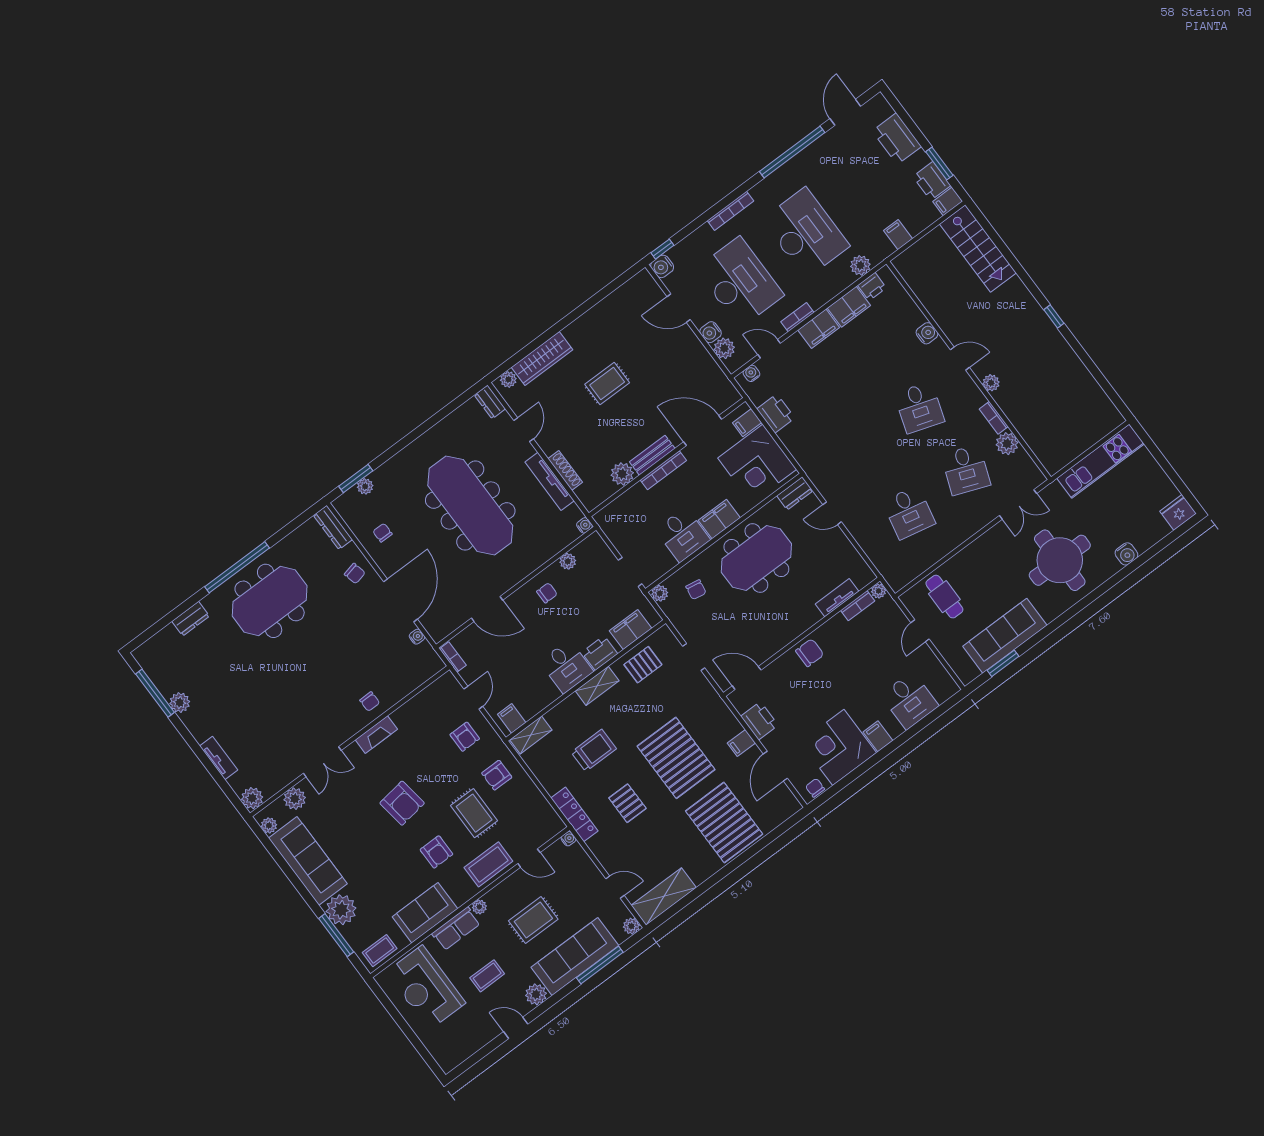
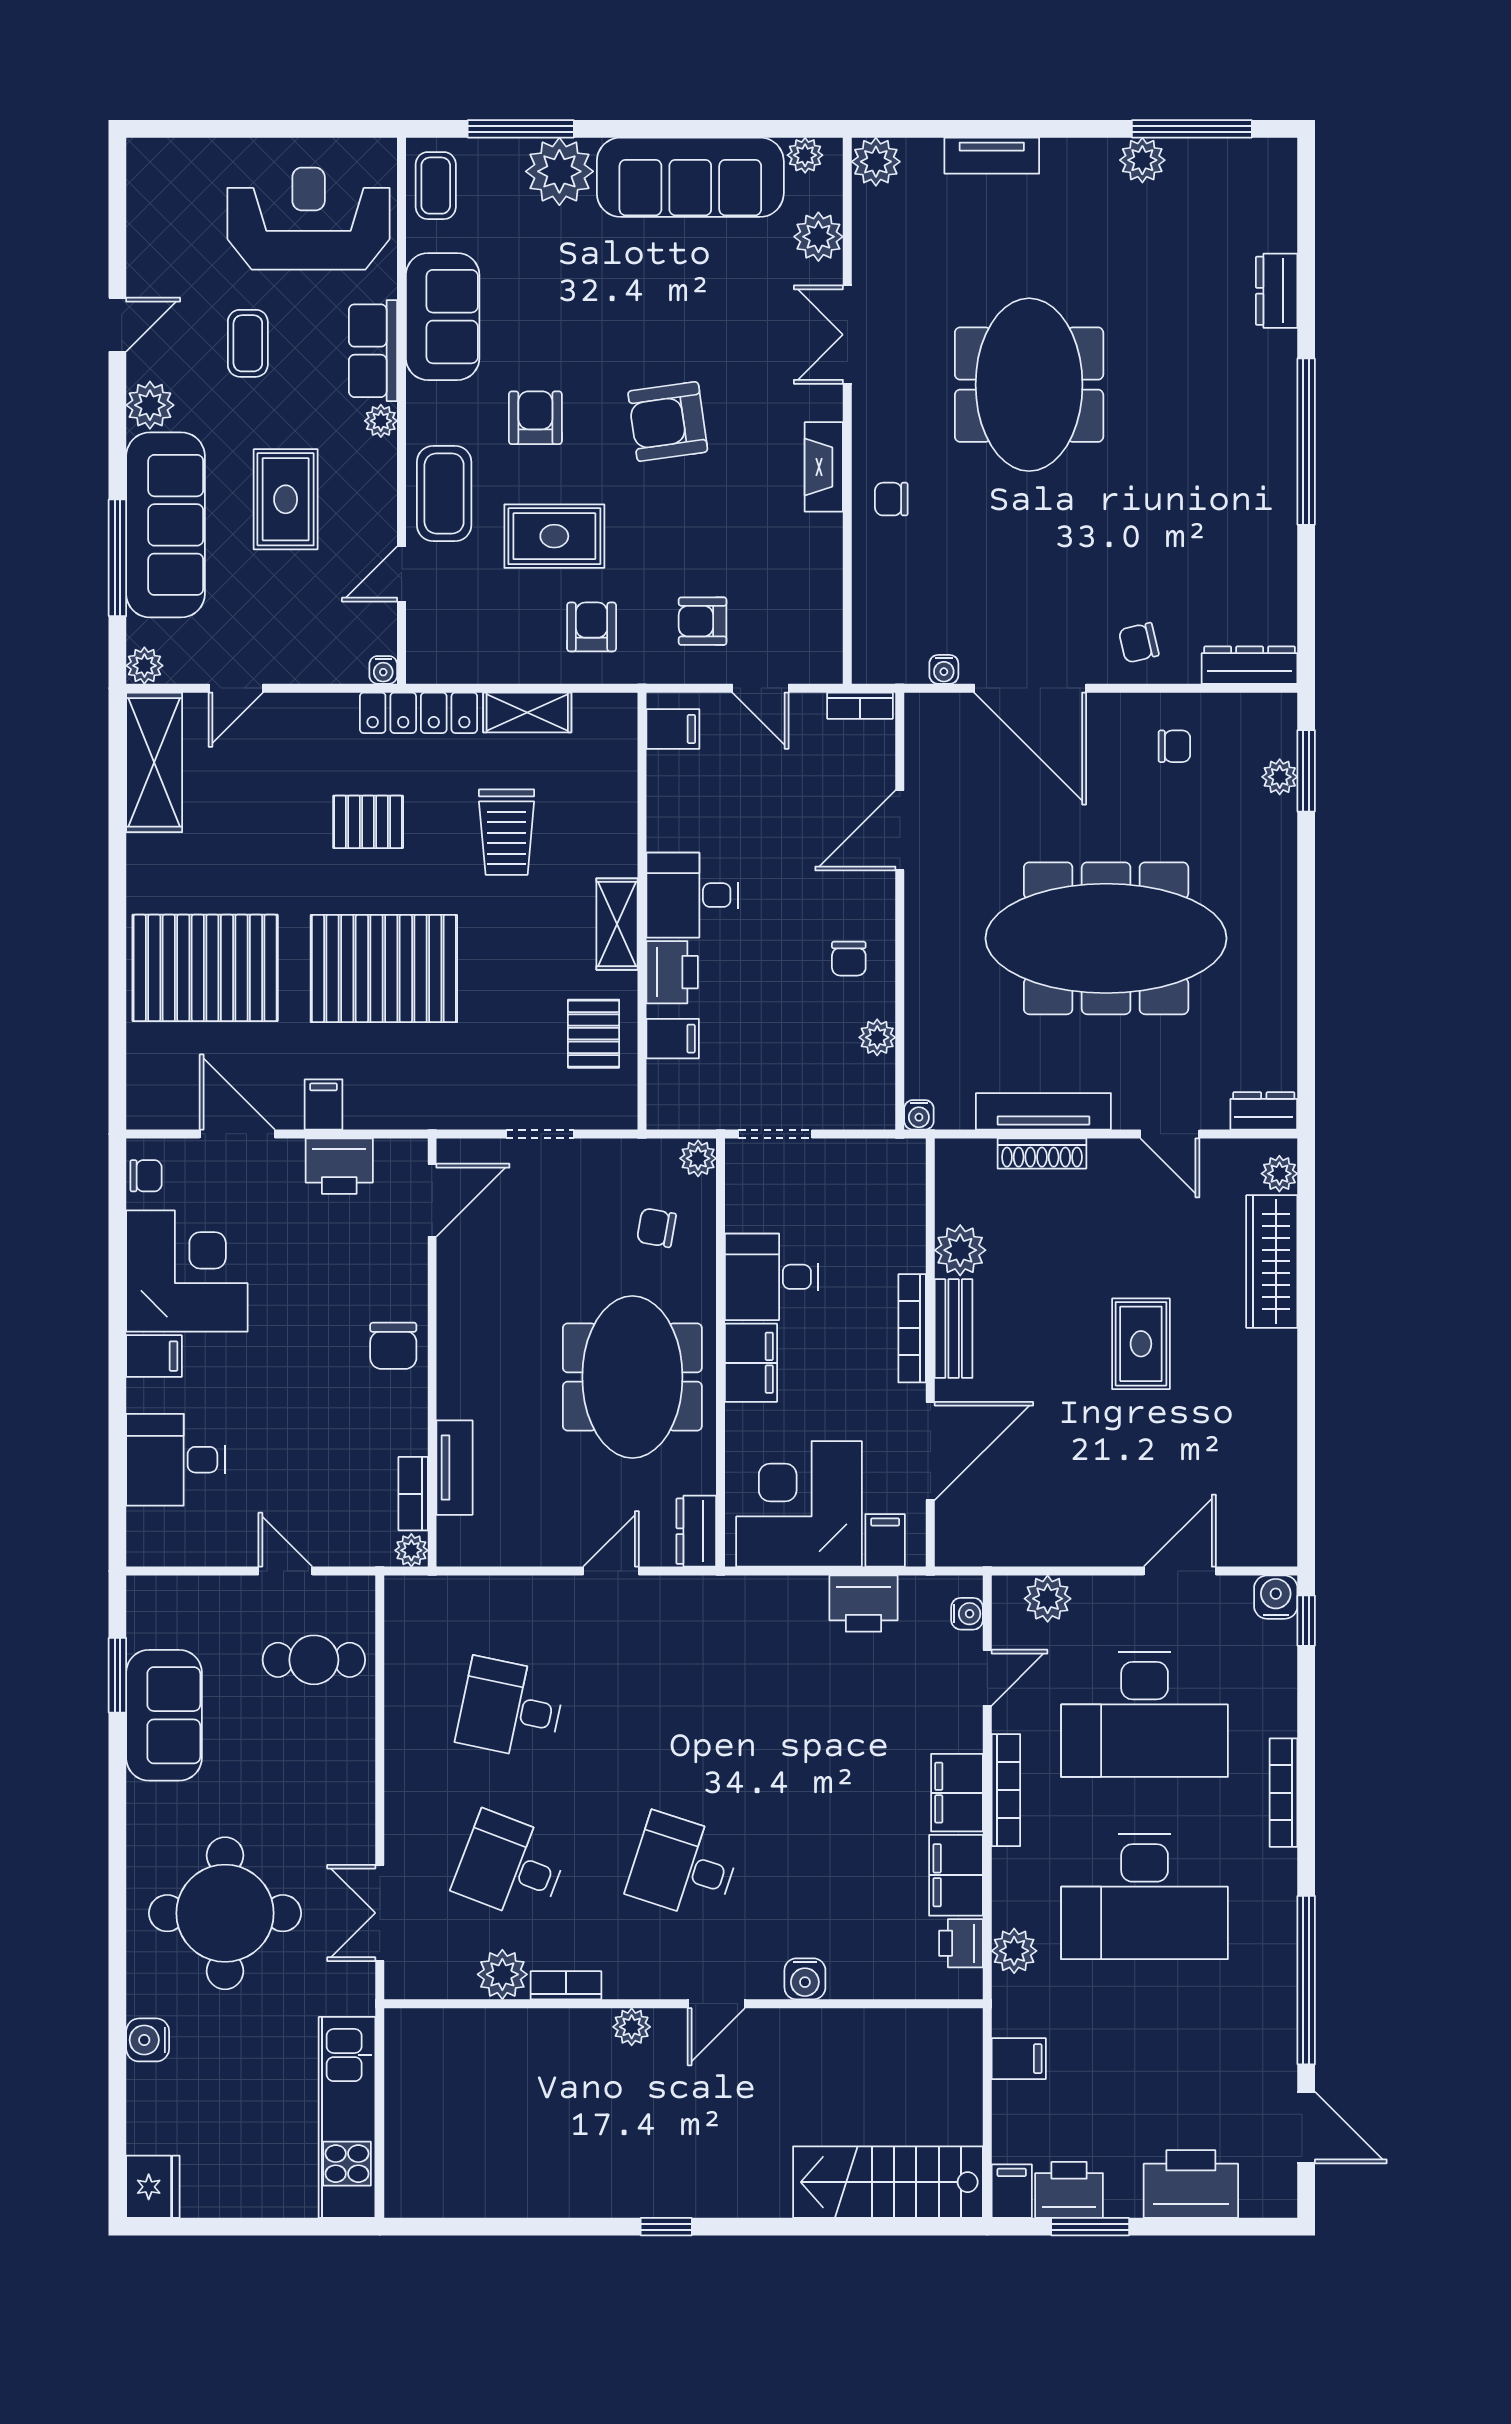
bookcase: (797, 317) -> (1006, 1790), width x1.56
water cooler: (711, 332) -> (1095, 1596), removed
meeting table: (270, 601) -> (1029, 385), moved
filing cabinet: (631, 629) -> (673, 1039), width x0.50
sofa: (1005, 636) -> (164, 1715), width x0.73
shelving: (531, 735) -> (527, 712), moved, turned 90
armchair: (436, 852) -> (535, 418), turned 90

